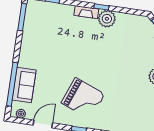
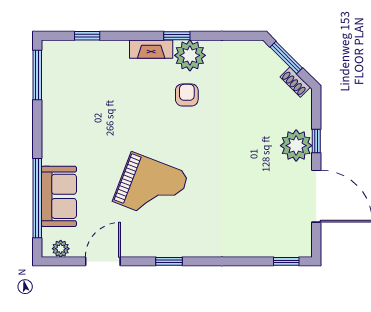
armchair: (102, 40) -> (187, 95), added
grand piano: (83, 98) -> (151, 187), moved

